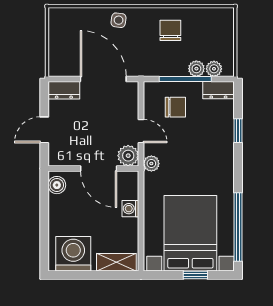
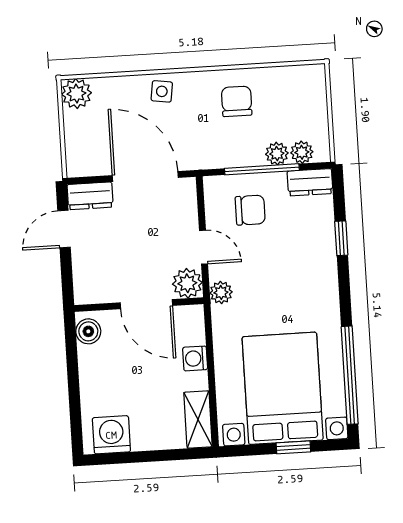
plant: (59, 18) -> (76, 94), added
door: (44, 130) -> (64, 229), moved
washing machine: (73, 254) -> (111, 435), width x0.73, depth x0.73
shelving: (116, 262) -> (198, 419), moved, turned 90

